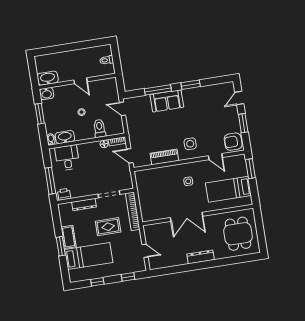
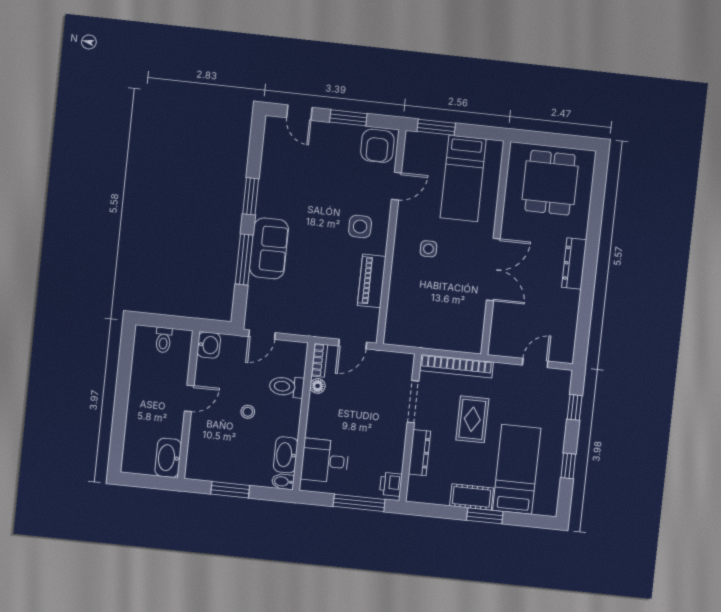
washbasin: (47, 94) -> (209, 345), moved
dining table: (238, 234) -> (550, 183), turned 90

